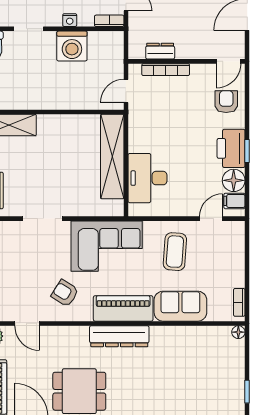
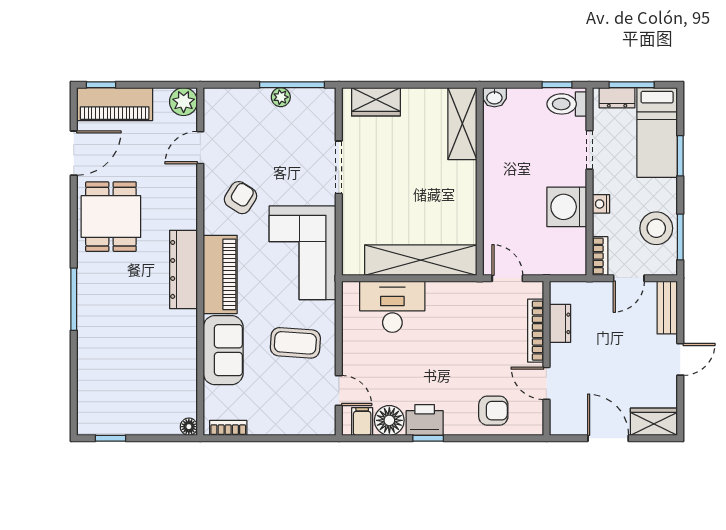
door: (228, 61) -> (546, 383), moved
printer: (231, 148) -> (425, 420), width x0.73, depth x0.84

